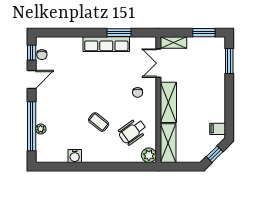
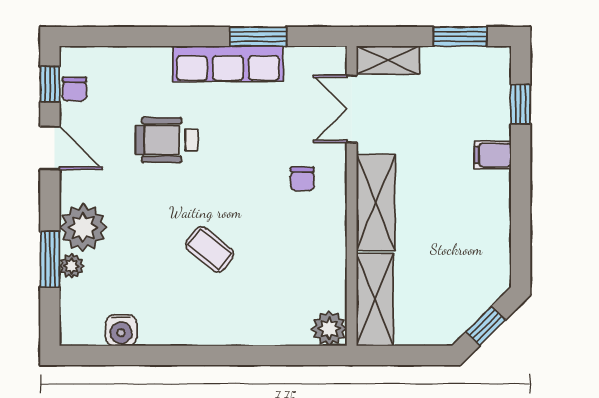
window: (229, 61) -> (521, 104), width x0.67
door: (32, 79) -> (50, 148), hinge flipped
plant: (46, 113) -> (83, 227), added
window: (32, 126) -> (50, 259), width x0.47
filing cabinet: (218, 129) -> (493, 155), moved
wheelchair: (133, 132) -> (167, 140), moved, turned 36
water cooler: (75, 156) -> (121, 330), moved

